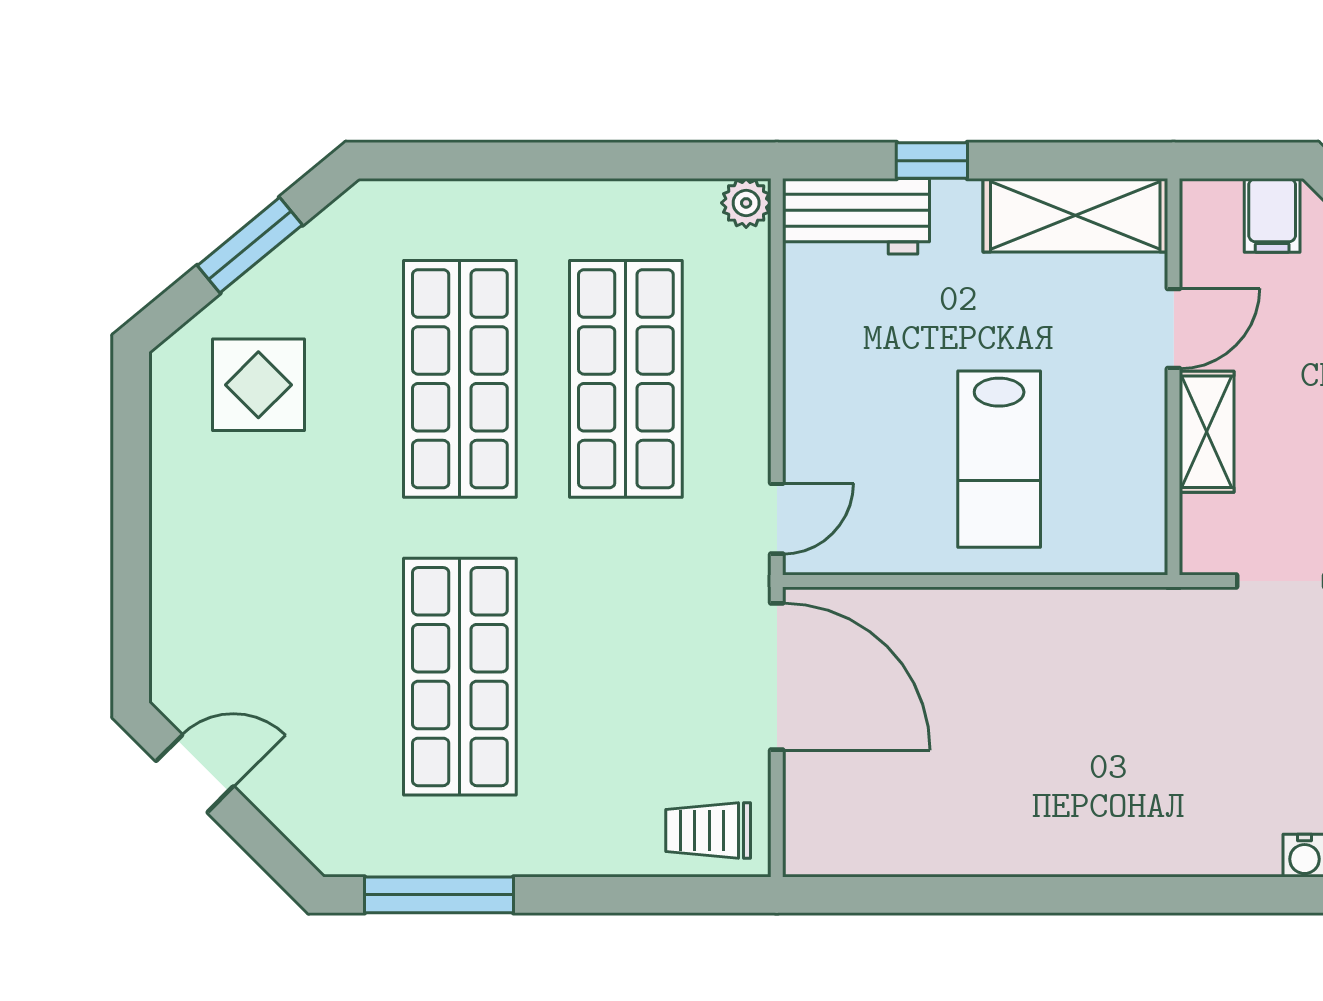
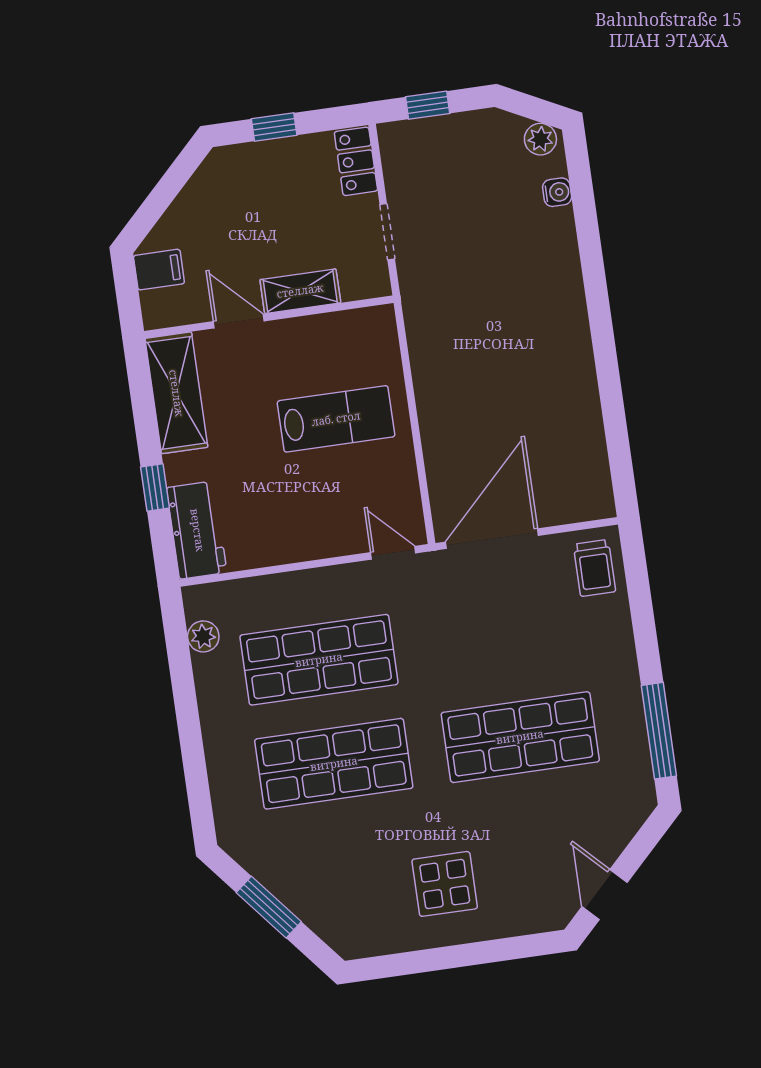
plant: (746, 203) -> (203, 636), moved
display table: (258, 385) -> (445, 884), moved

